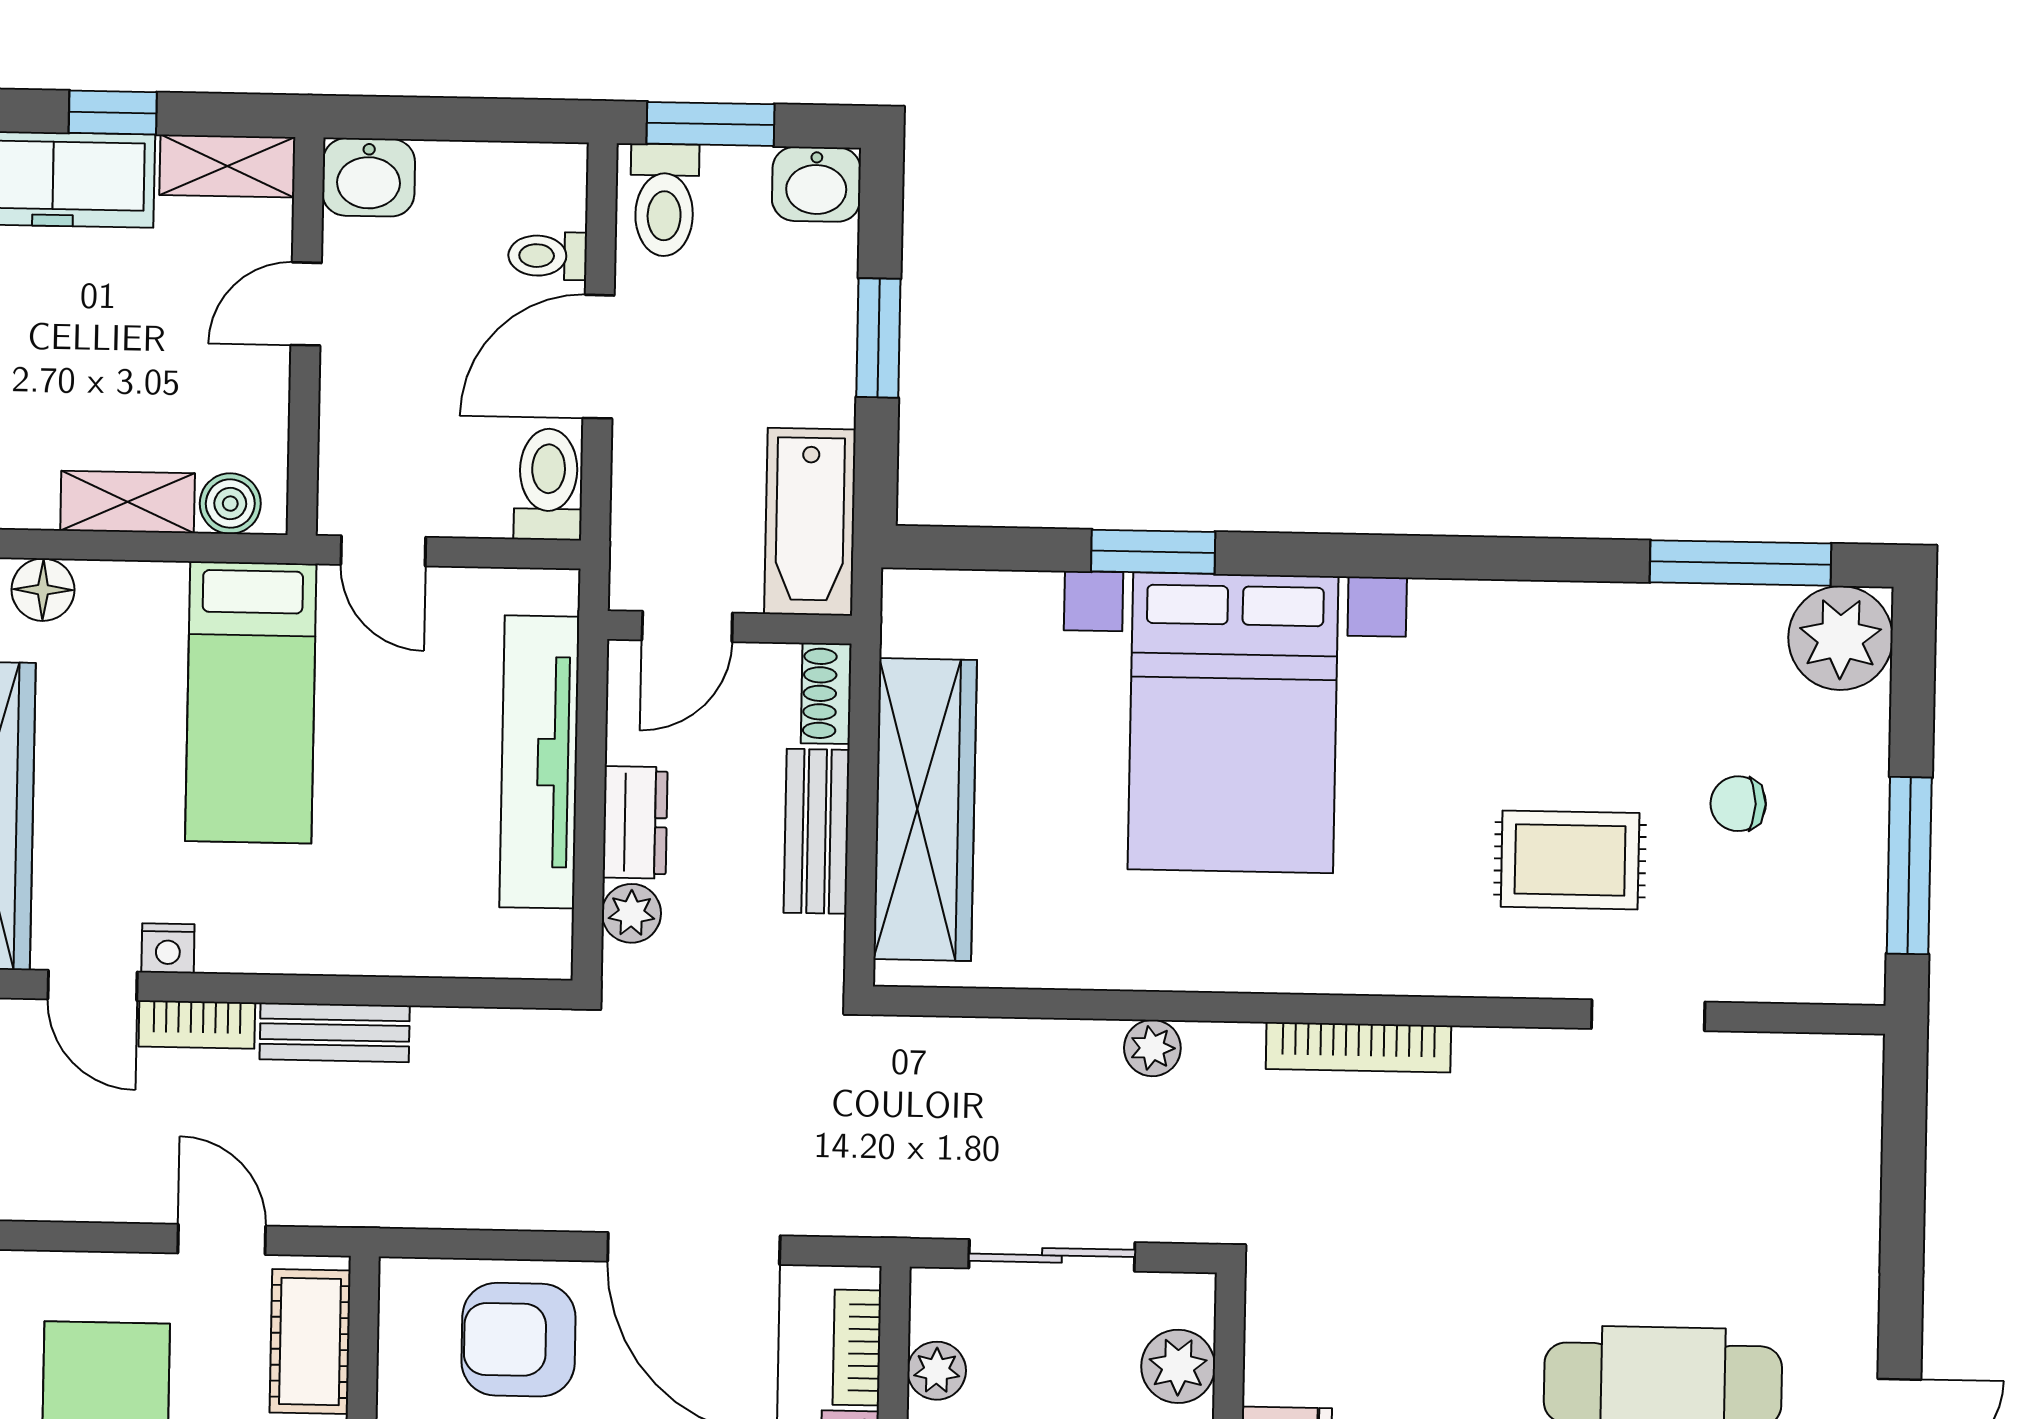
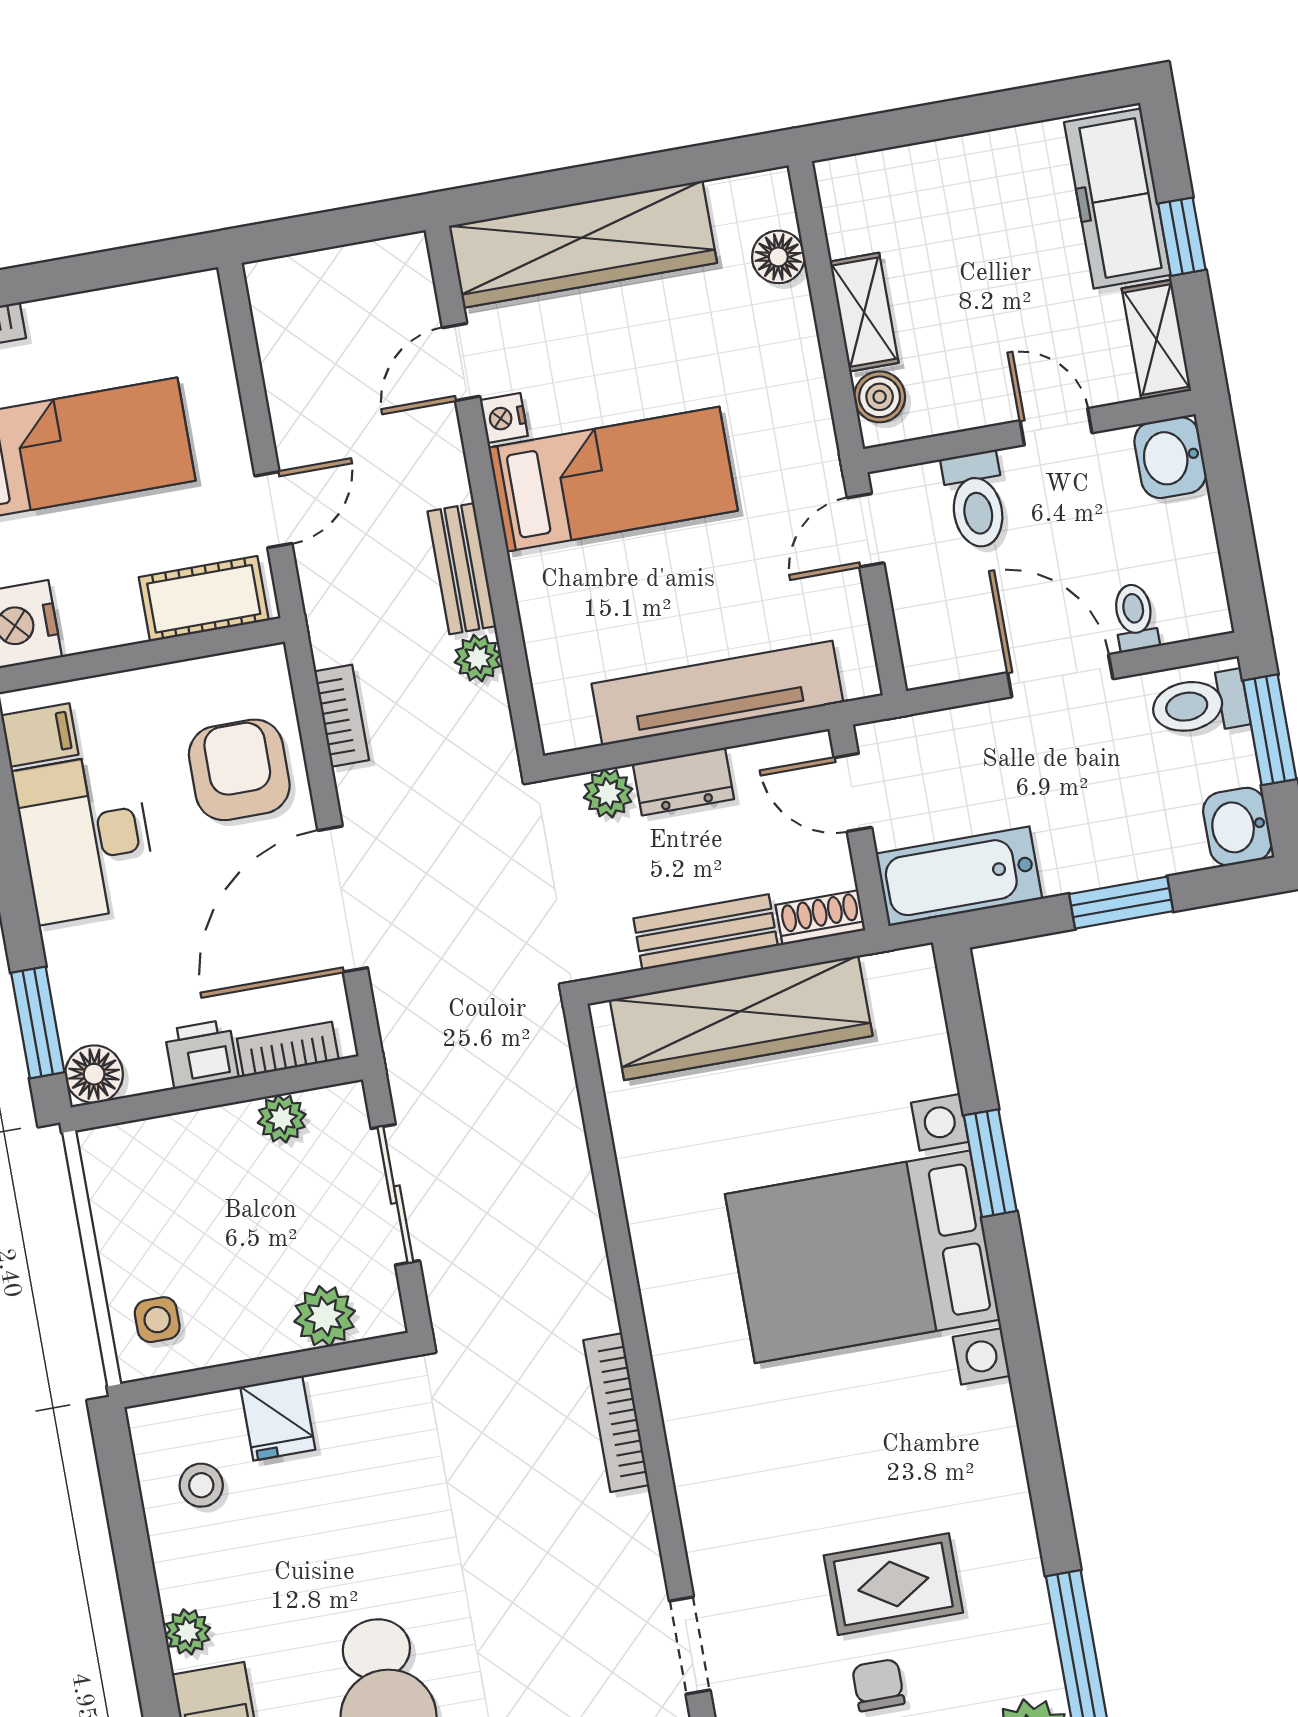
toilet: (548, 484) -> (976, 500), moved, turned 90
bed: (251, 702) -> (613, 479), moved, turned 180
rug: (1570, 860) -> (893, 1584), moved, turned 90
bookcase: (197, 1025) -> (342, 716), moved, turned 180
plant: (1152, 1048) -> (478, 658), moved

